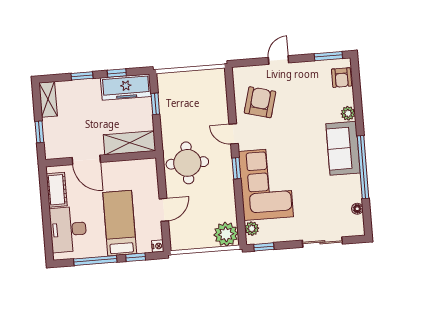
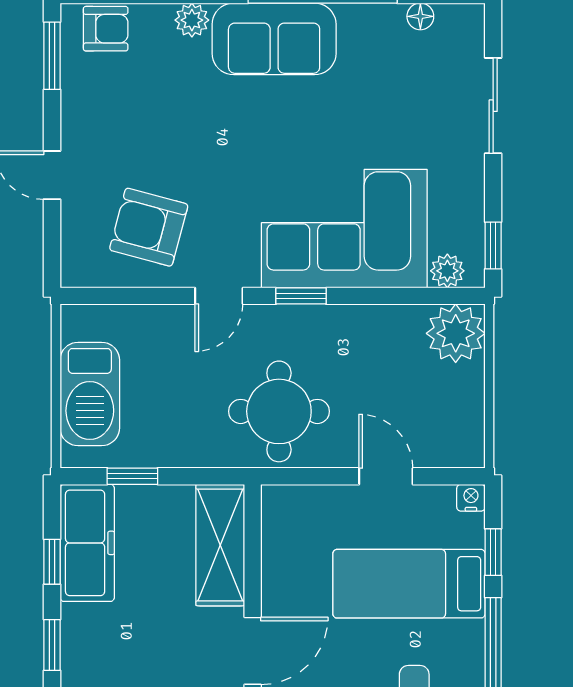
barbecue: (188, 83) -> (90, 394), added

